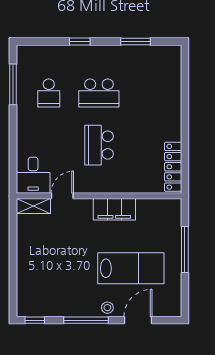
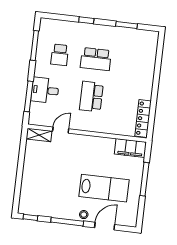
window: (13, 155) -> (29, 96), added
desk: (33, 175) -> (45, 90), moved, turned 90
filing cabinet: (114, 209) -> (130, 148), moved

